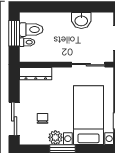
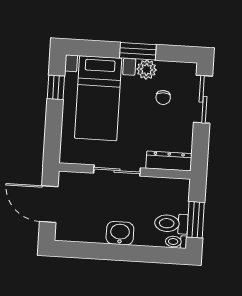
washbasin: (81, 20) -> (120, 233), moved
toilet: (27, 42) -> (176, 242), moved
sliding door: (88, 65) -> (117, 171), moved

